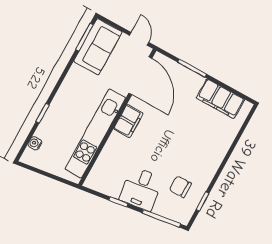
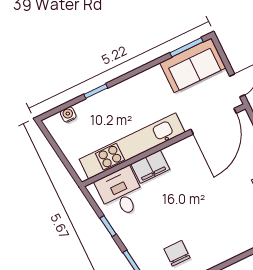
filing cabinet: (128, 121) -> (150, 167), moved
desk: (141, 189) -> (121, 193), moved, turned 98

